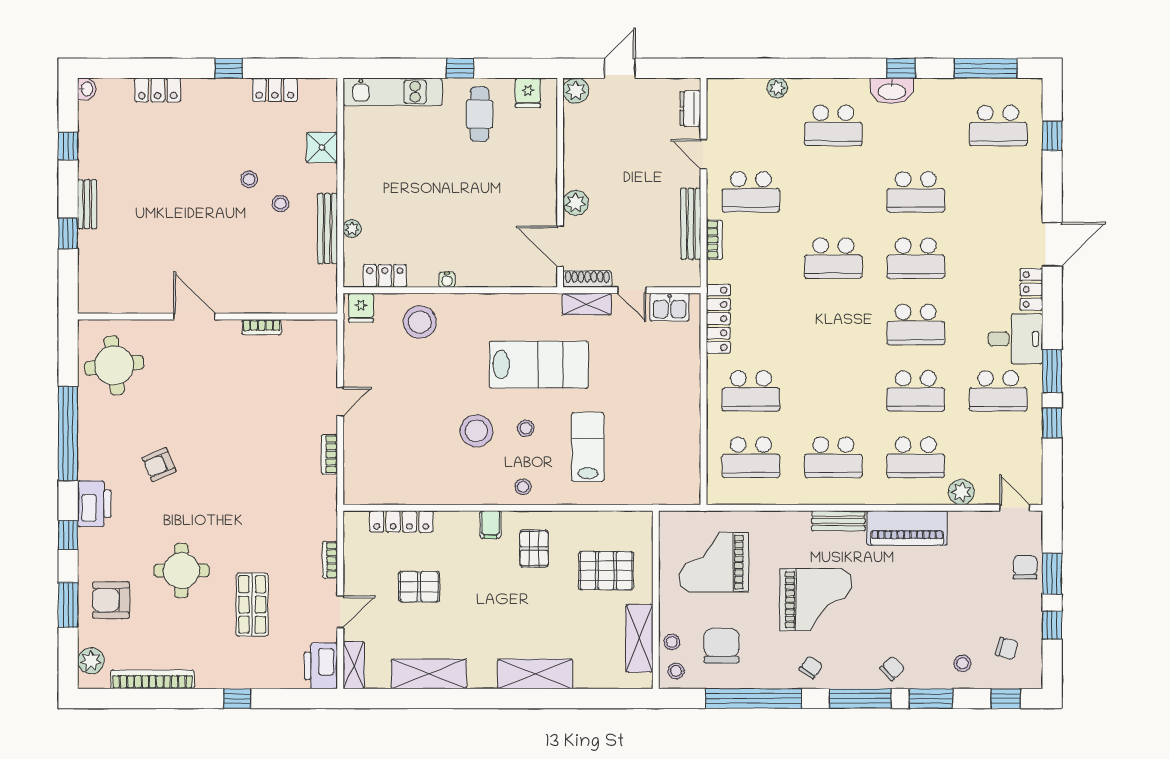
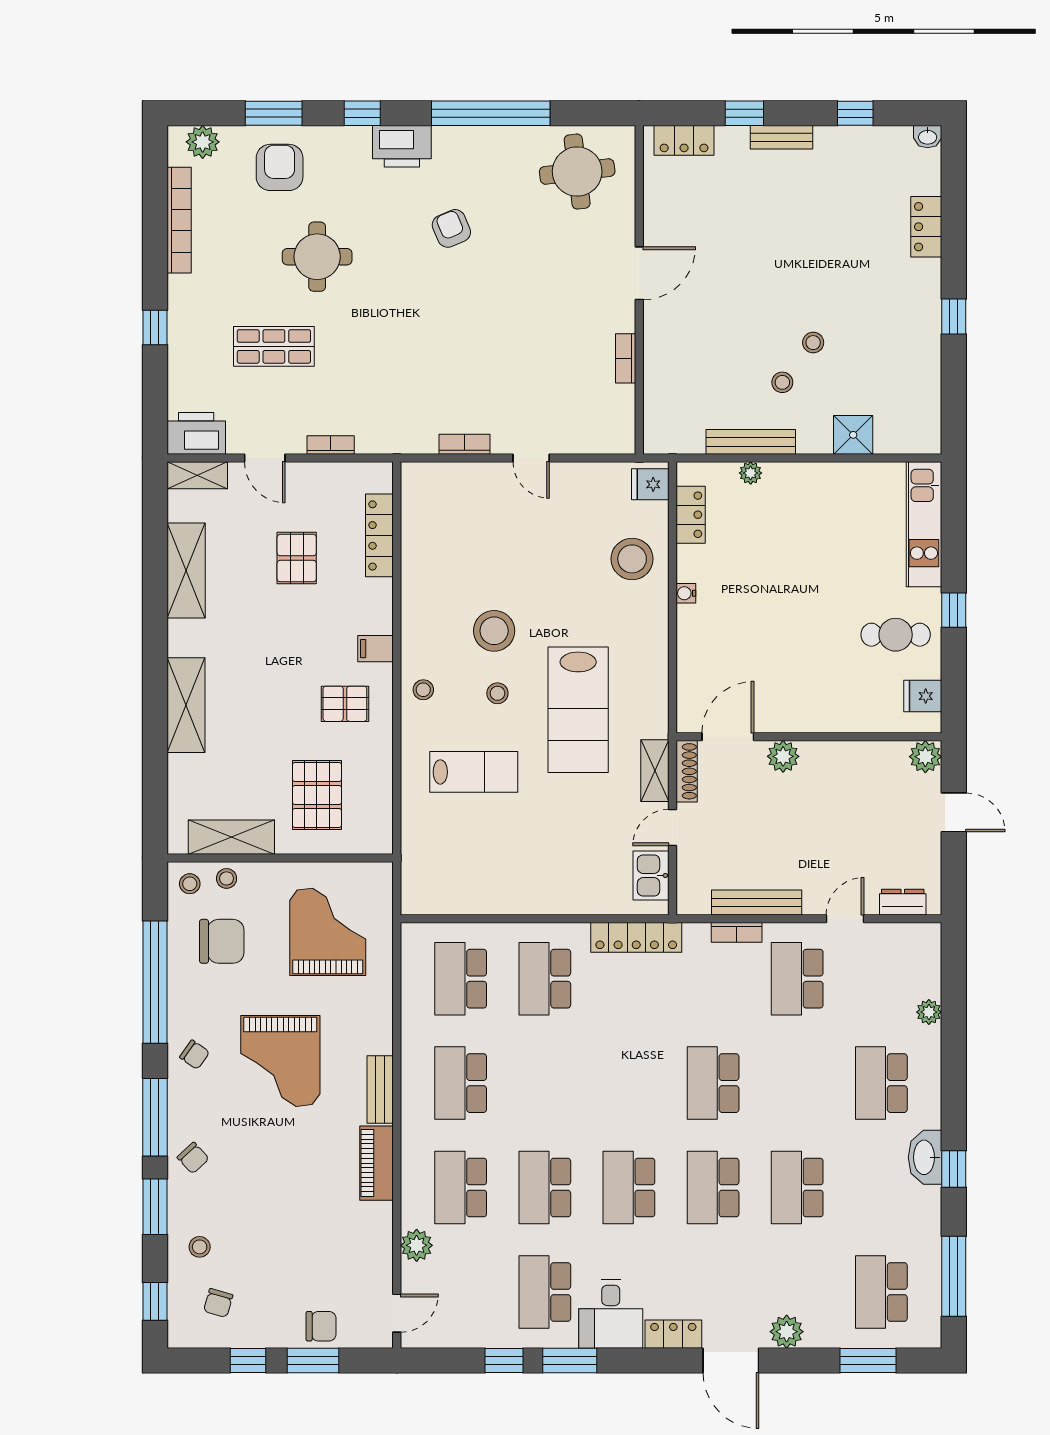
locker: (275, 90) -> (684, 140), moved, turned -90
window: (1052, 136) -> (868, 1360), width x1.50
plant: (1029, 200) -> (787, 1332), added
piano: (907, 528) -> (376, 1163), width x0.73, depth x0.75

